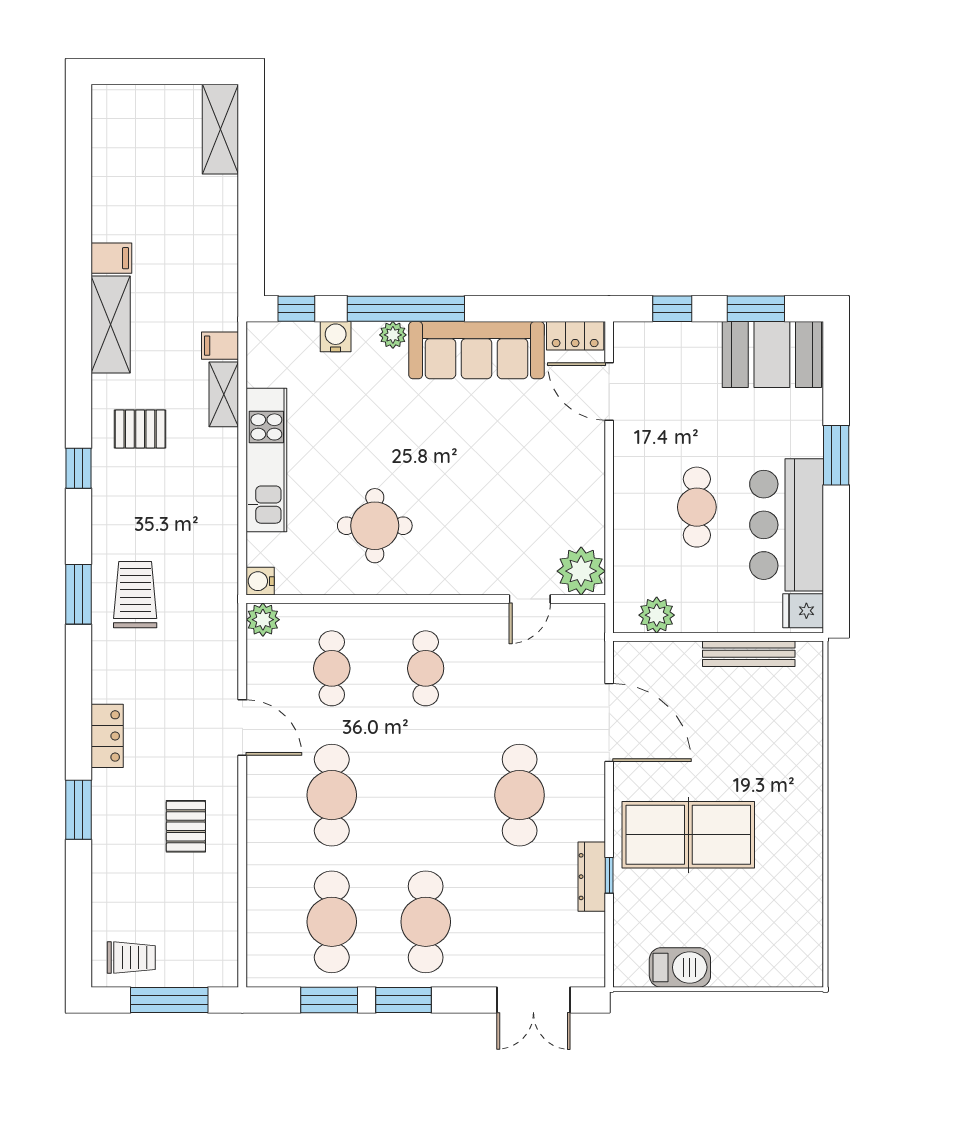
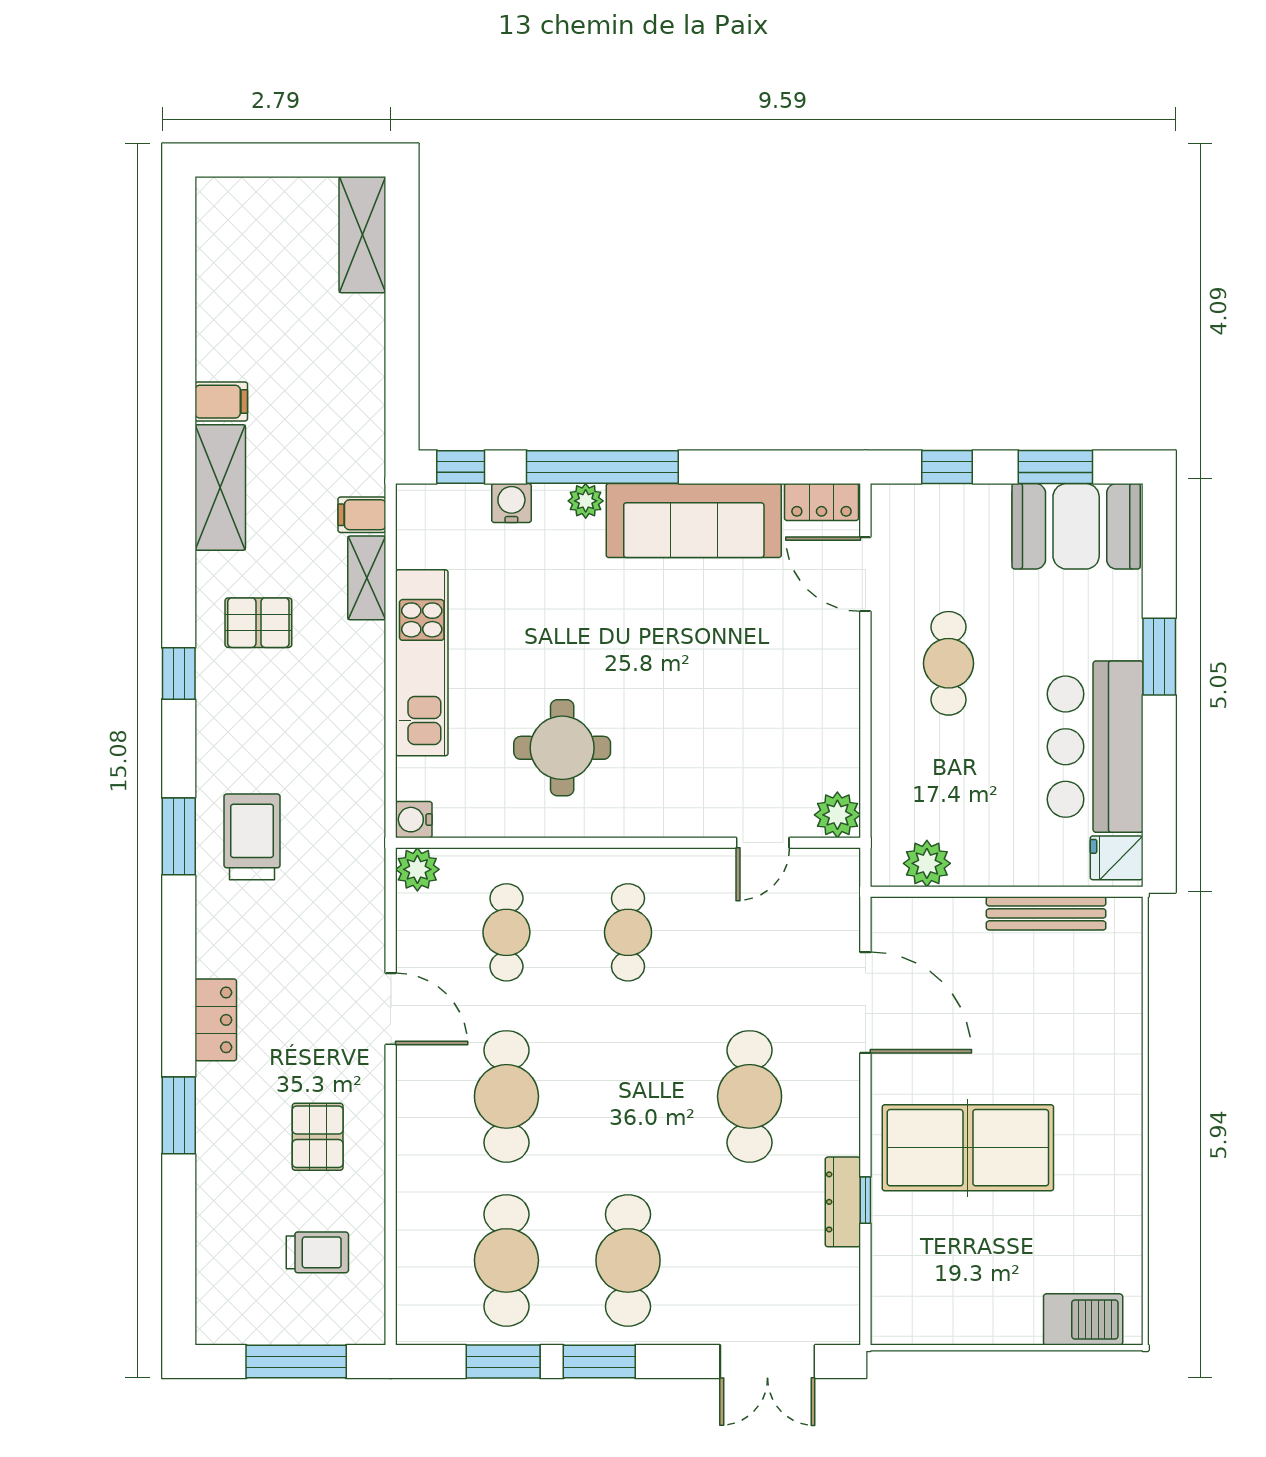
cafe table: (697, 507) -> (949, 663), moved
plant: (581, 571) -> (837, 815), width x0.73, depth x0.73
trolley: (131, 958) -> (317, 1252), moved
barbecue: (680, 967) -> (1083, 1319), moved

